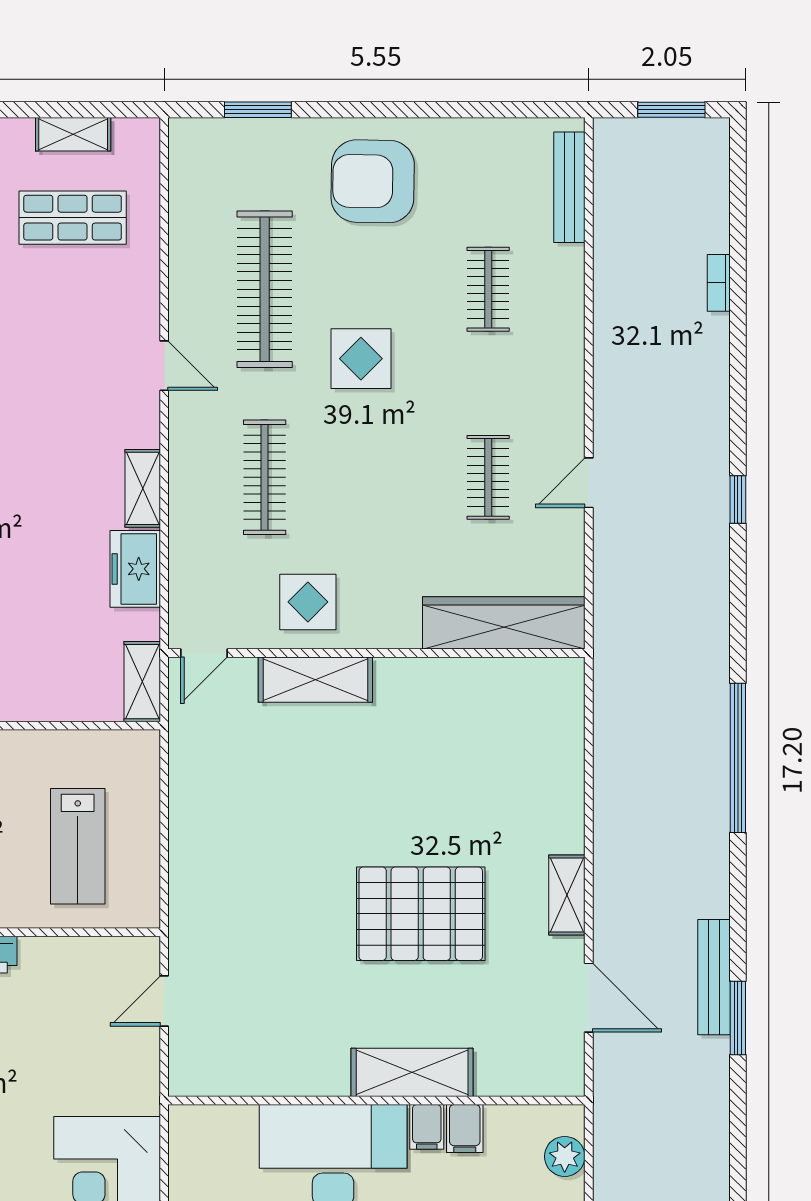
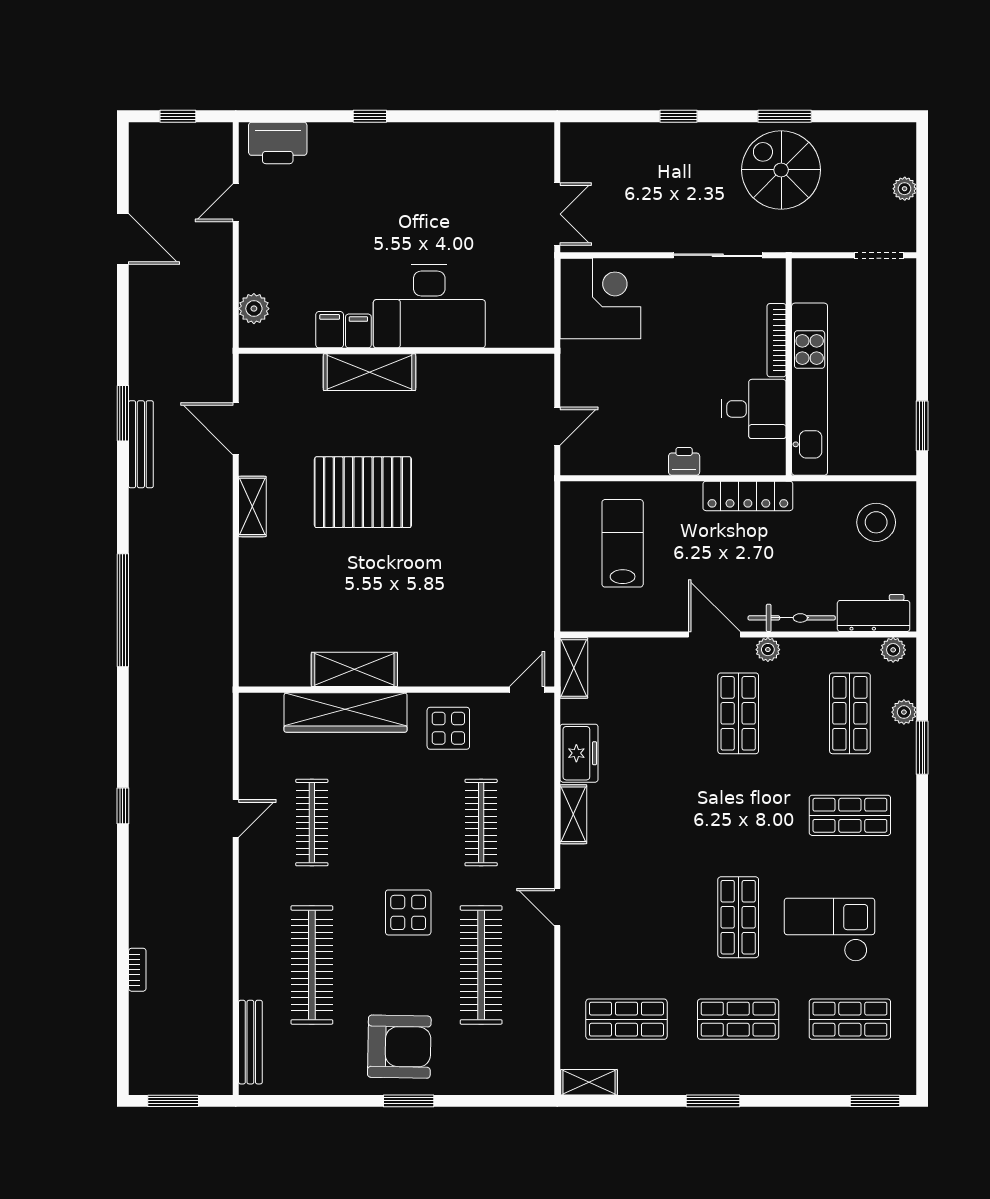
window: (258, 110) -> (409, 1101), moved
shelving: (73, 134) -> (589, 1082), moved
clothes rail: (488, 289) -> (312, 965), width x1.86, depth x1.31
clothes rail: (488, 477) -> (312, 823), width x1.36
wardrobe: (504, 623) -> (346, 712), moved
shelving: (315, 680) -> (354, 669), moved

